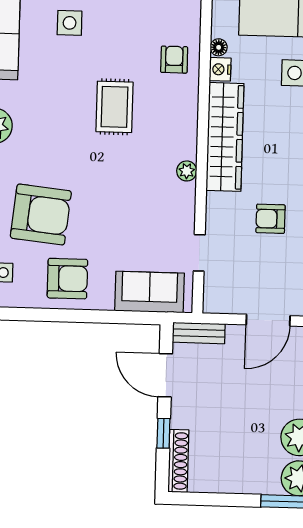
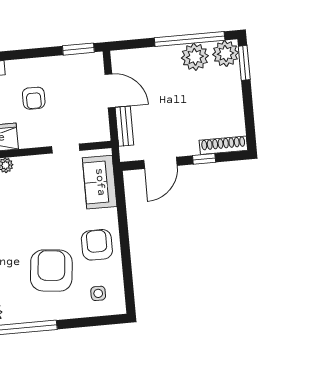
bench: (199, 333) -> (124, 126), moved

